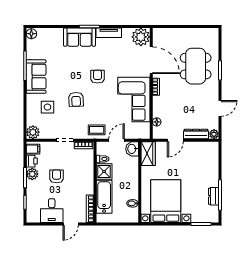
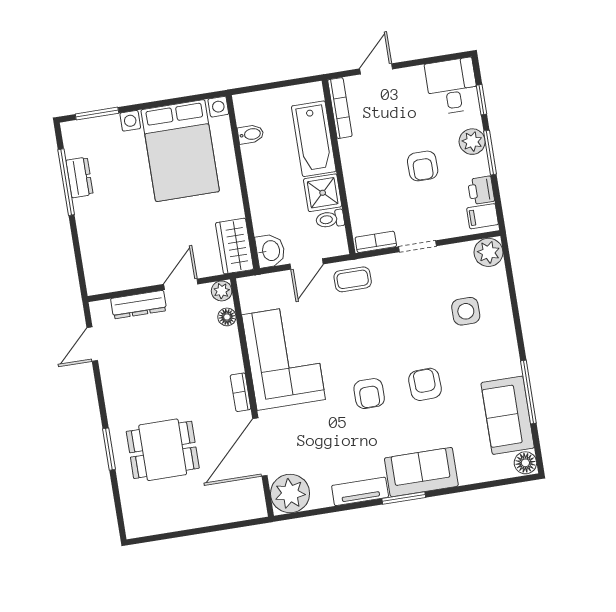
door: (151, 60) -> (260, 447), hinge flipped
dining table: (196, 66) -> (163, 450), width x0.73
sofa: (36, 77) -> (508, 415), moved
armchair: (76, 99) -> (425, 384), moved
door: (220, 108) -> (92, 344), moved
plant: (214, 134) -> (222, 291), moved
plant: (32, 174) -> (472, 142), moved
desk: (52, 211) -> (452, 86), moved

